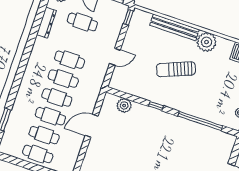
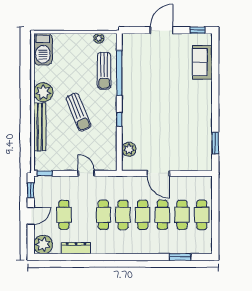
sun lounger: (207, 107) -> (104, 71), added

